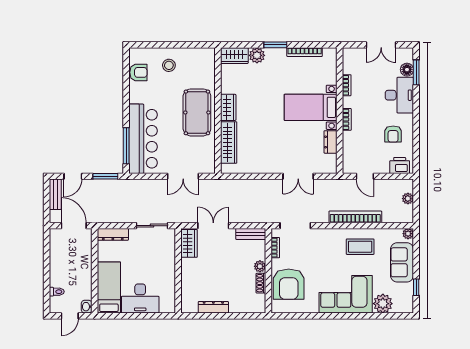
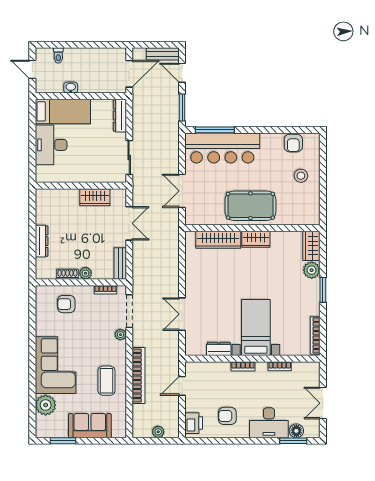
bookcase: (305, 52) -> (315, 335), moved
plant: (408, 234) -> (120, 335), moved
wardrobe: (189, 243) -> (95, 197), moved
armchair: (289, 284) -> (66, 304), width x0.53, depth x0.53
window: (416, 287) -> (63, 441), width x1.50
washbasin: (87, 307) -> (71, 88), moved
dresser: (213, 307) -> (42, 241), moved

